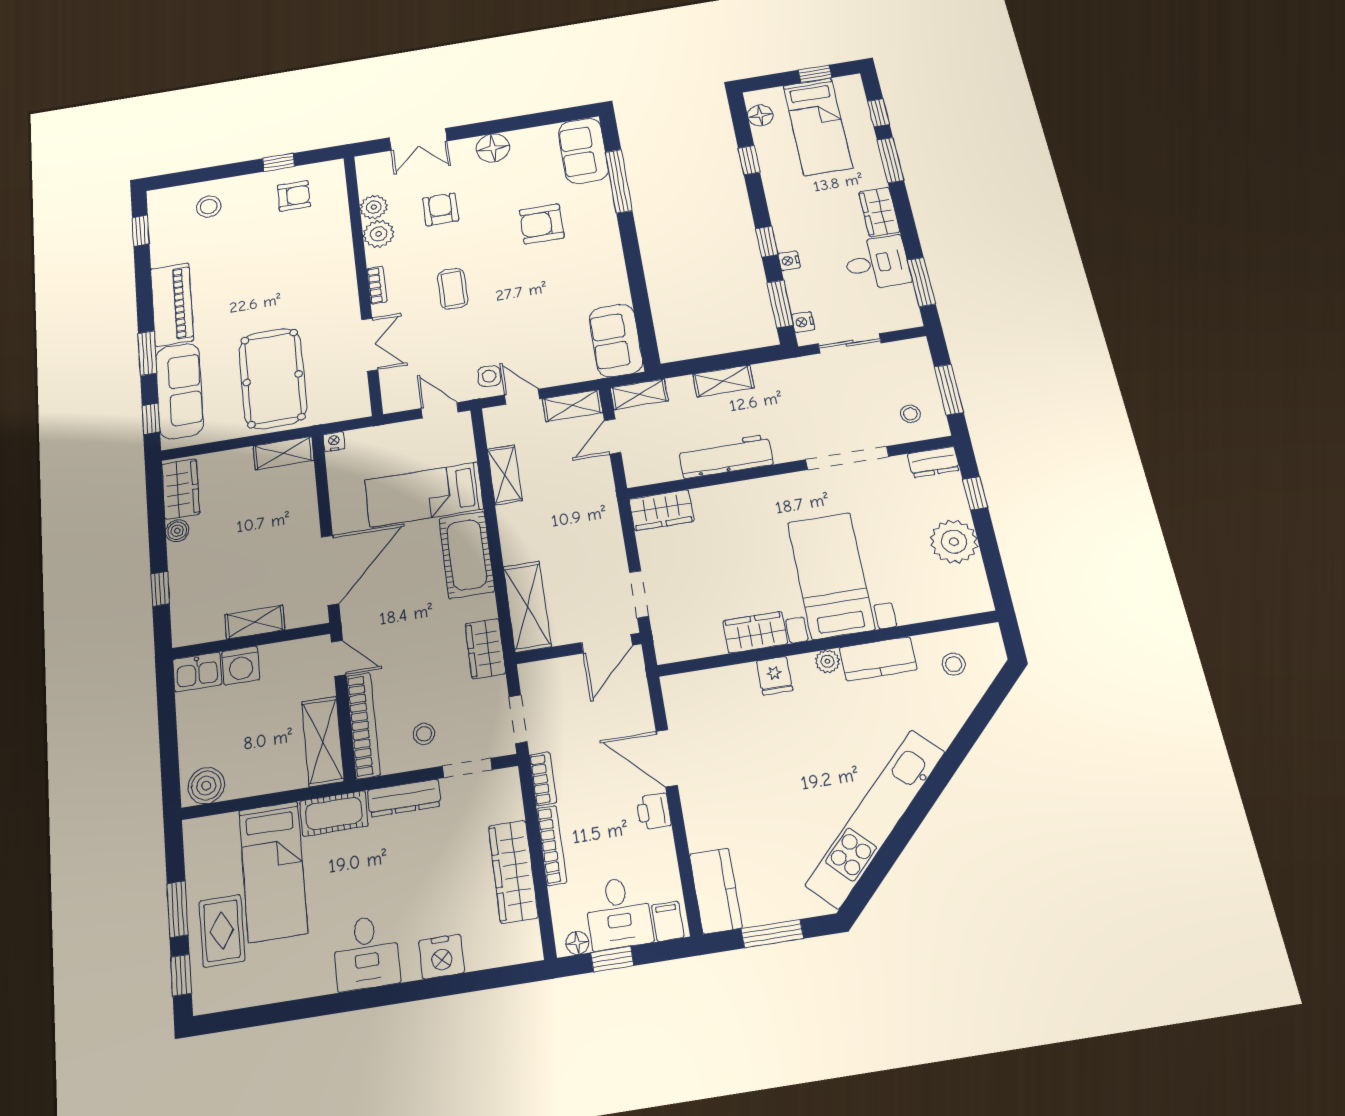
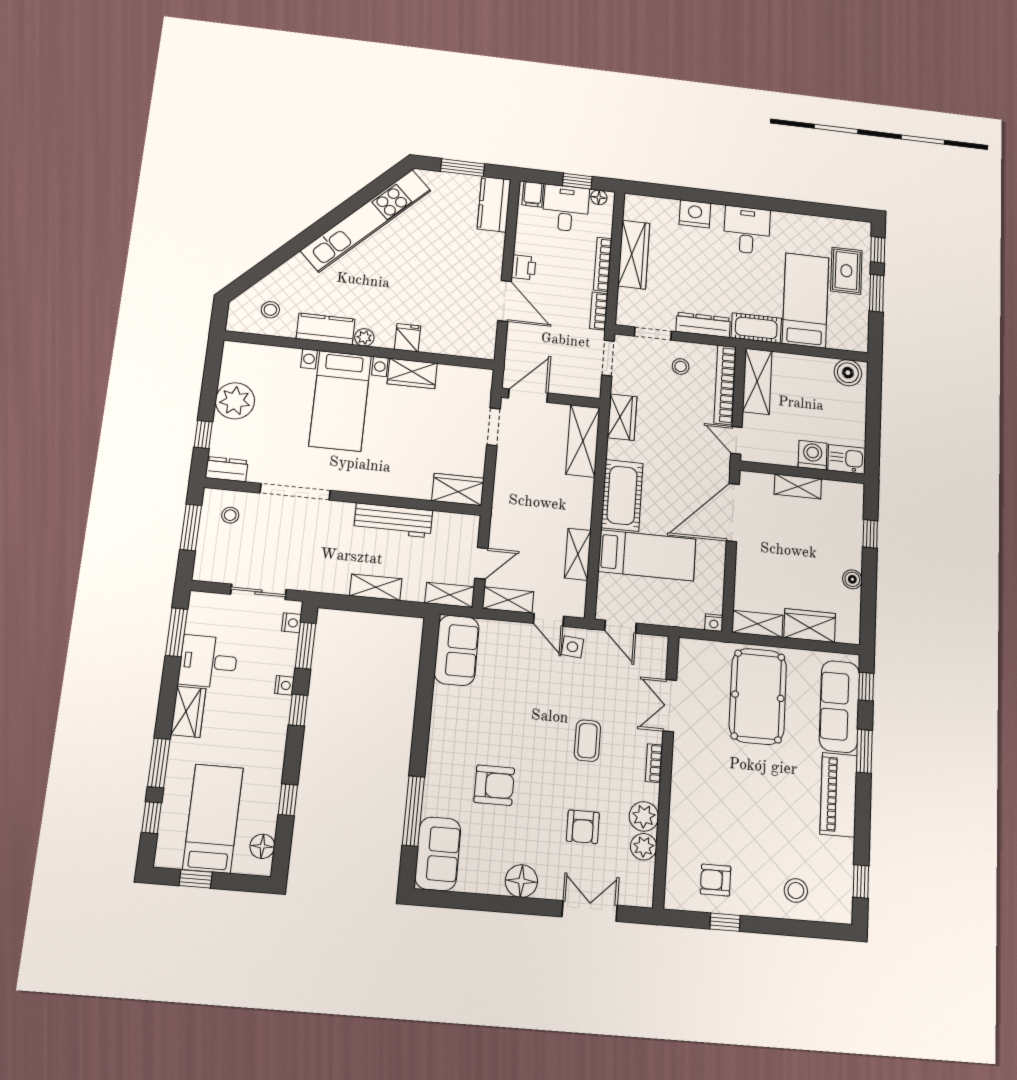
wardrobe: (181, 489) -> (810, 625), moved, turned 90

